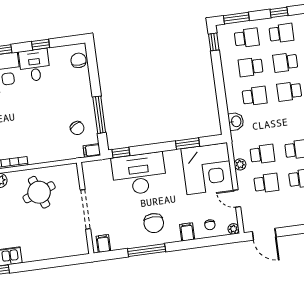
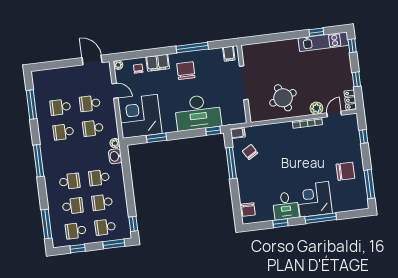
school desk: (251, 67) -> (102, 202), turned 180
plant: (240, 164) -> (115, 143), moved
filing cabinet: (187, 232) -> (158, 63), width x2.00

